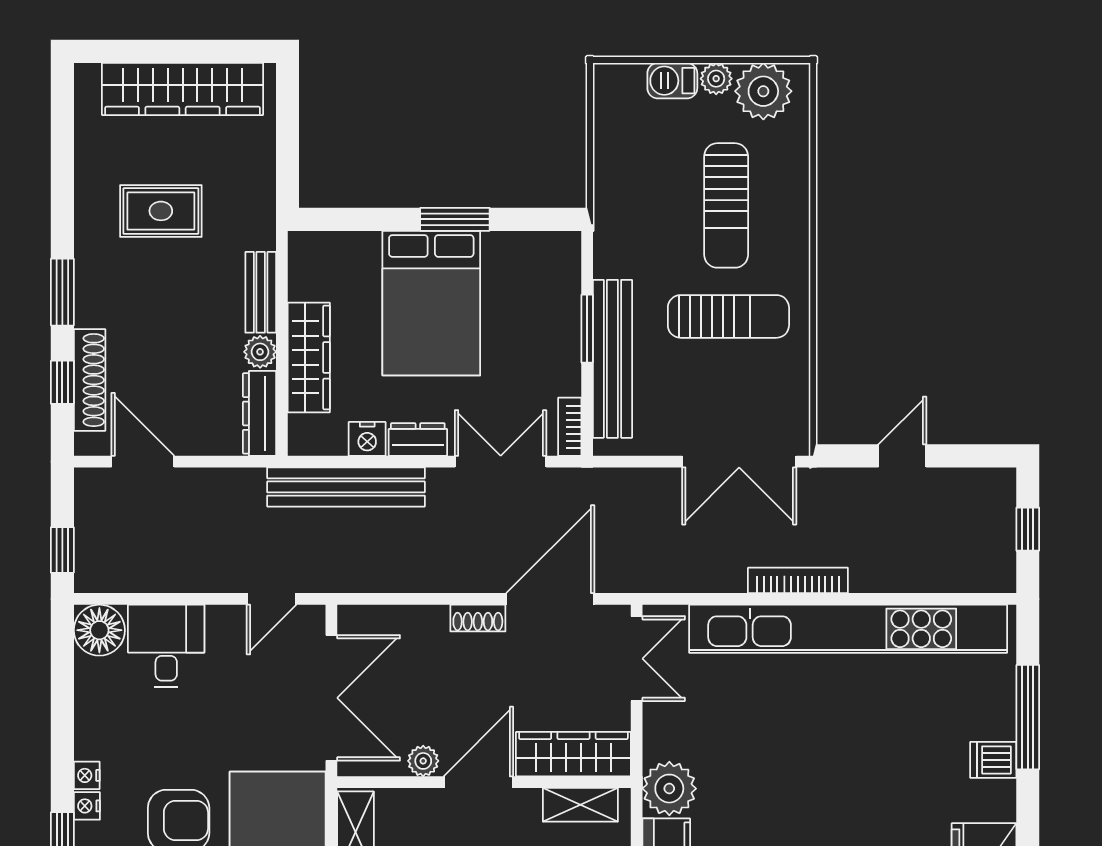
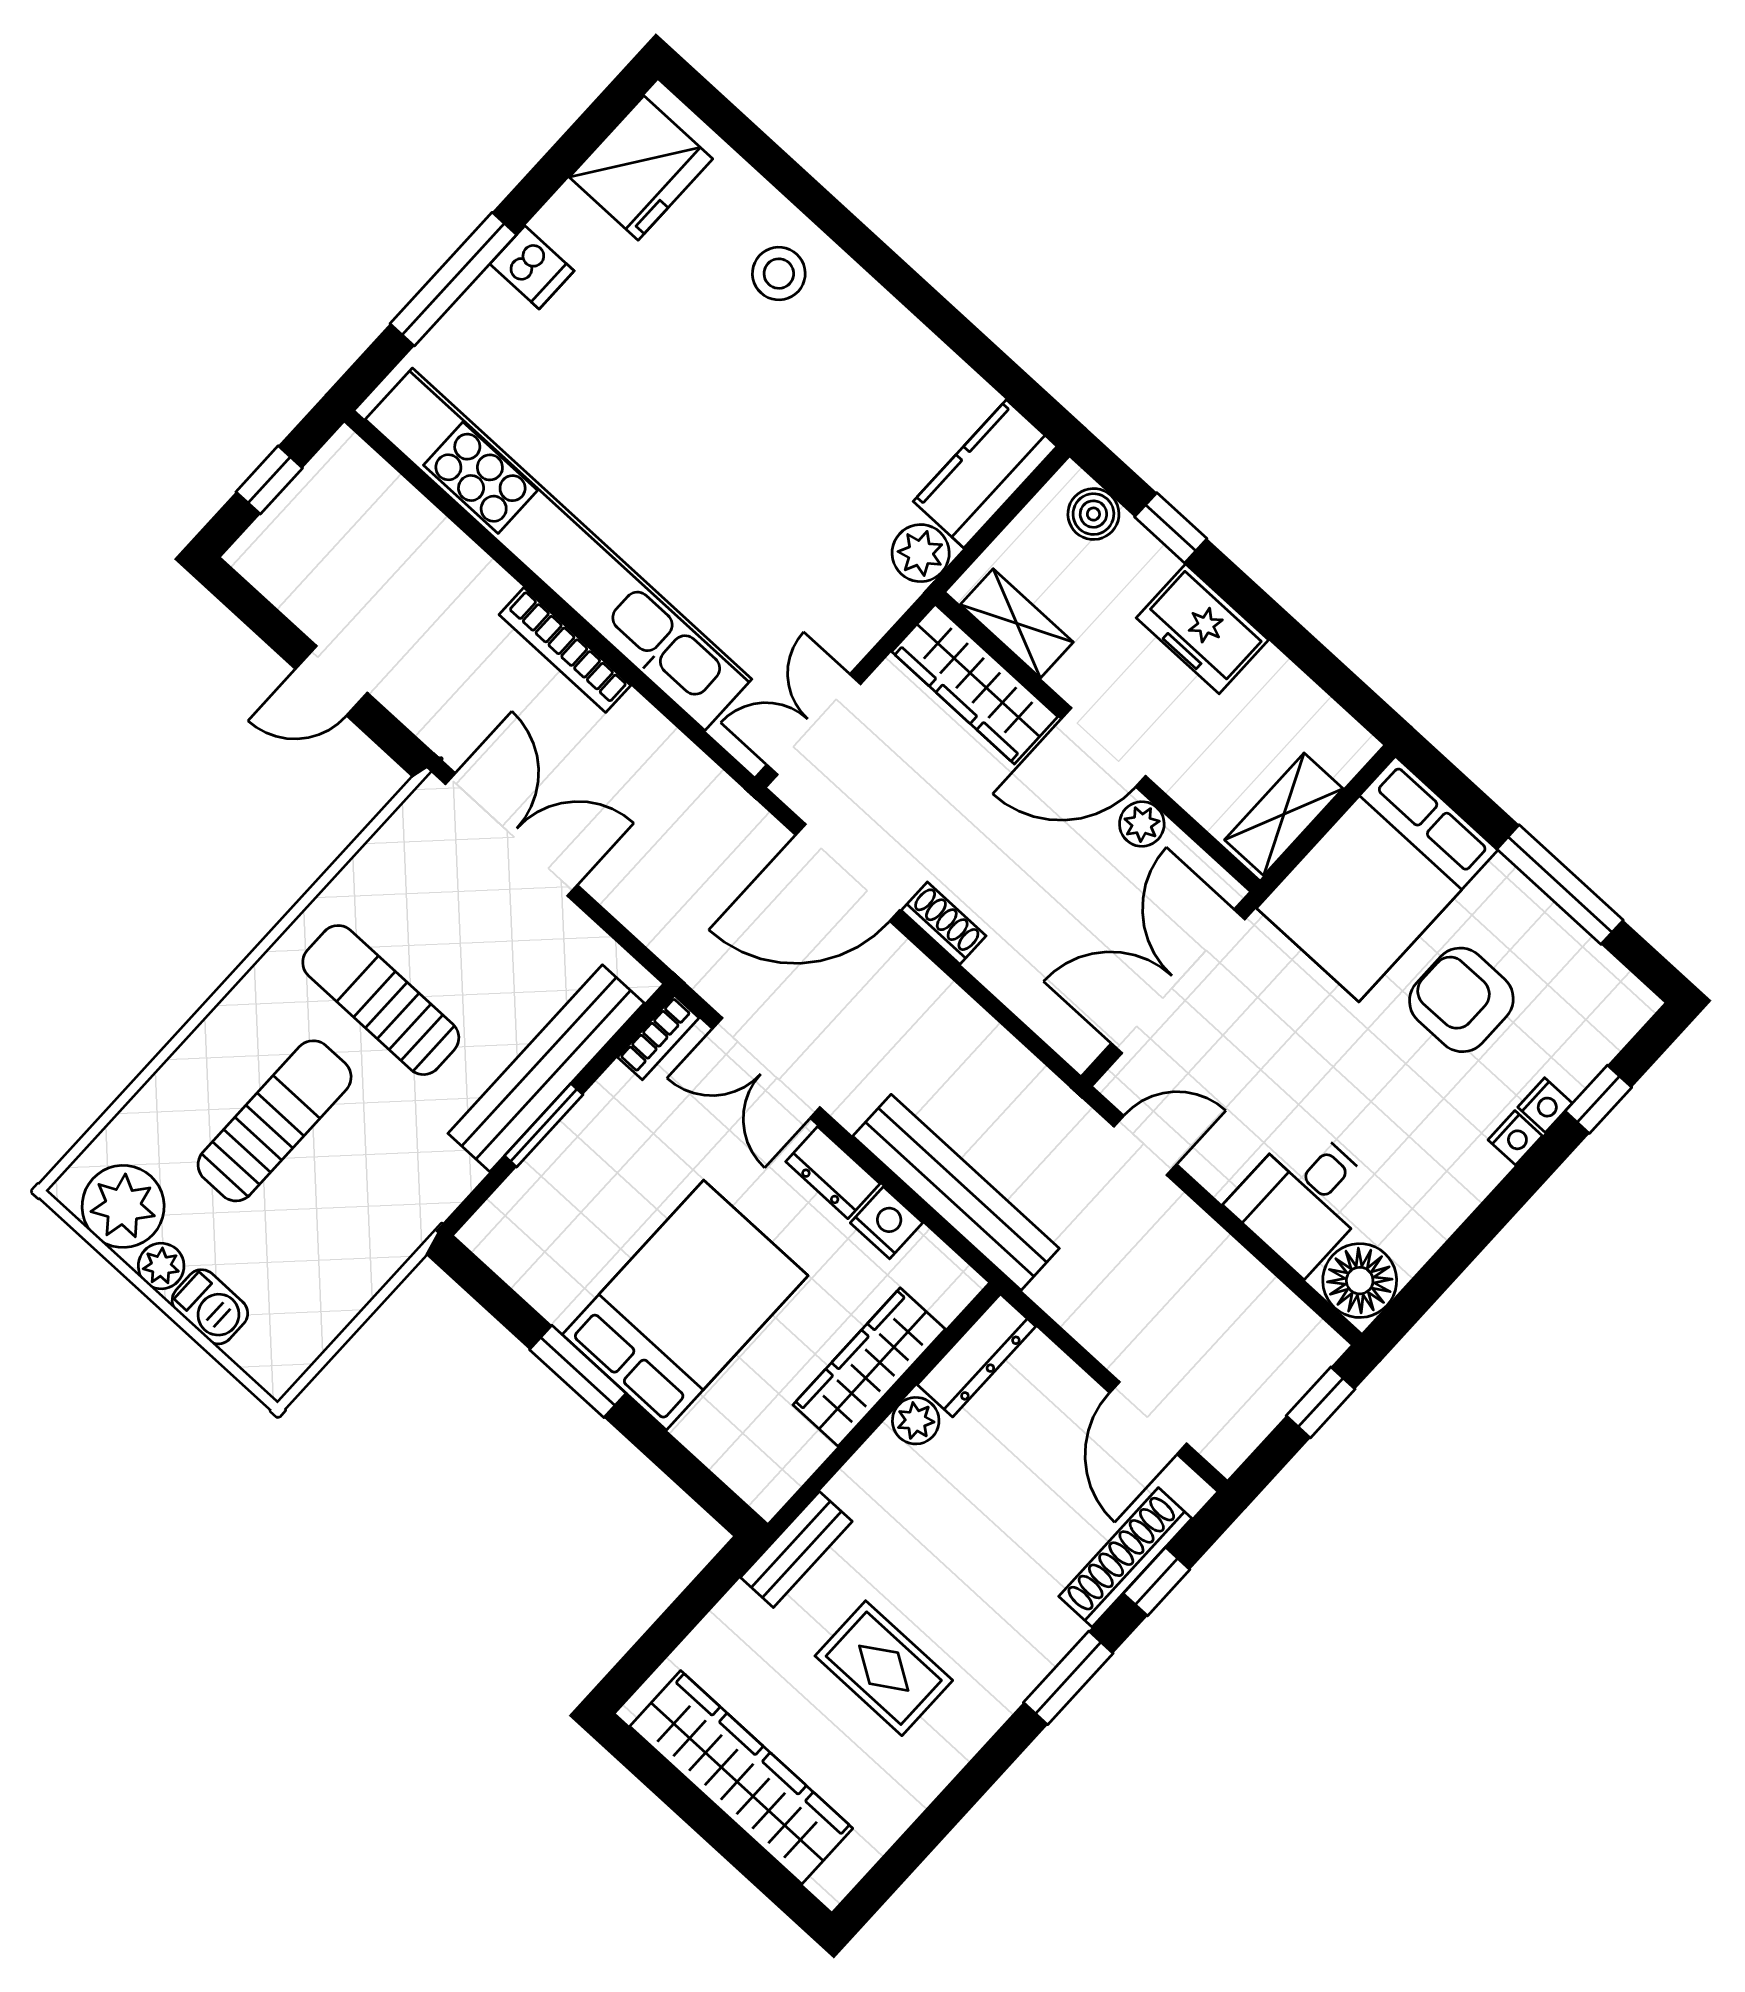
bench: (261, 292) -> (796, 1549), moved
plant: (669, 789) -> (921, 553), width x0.73, depth x0.73

